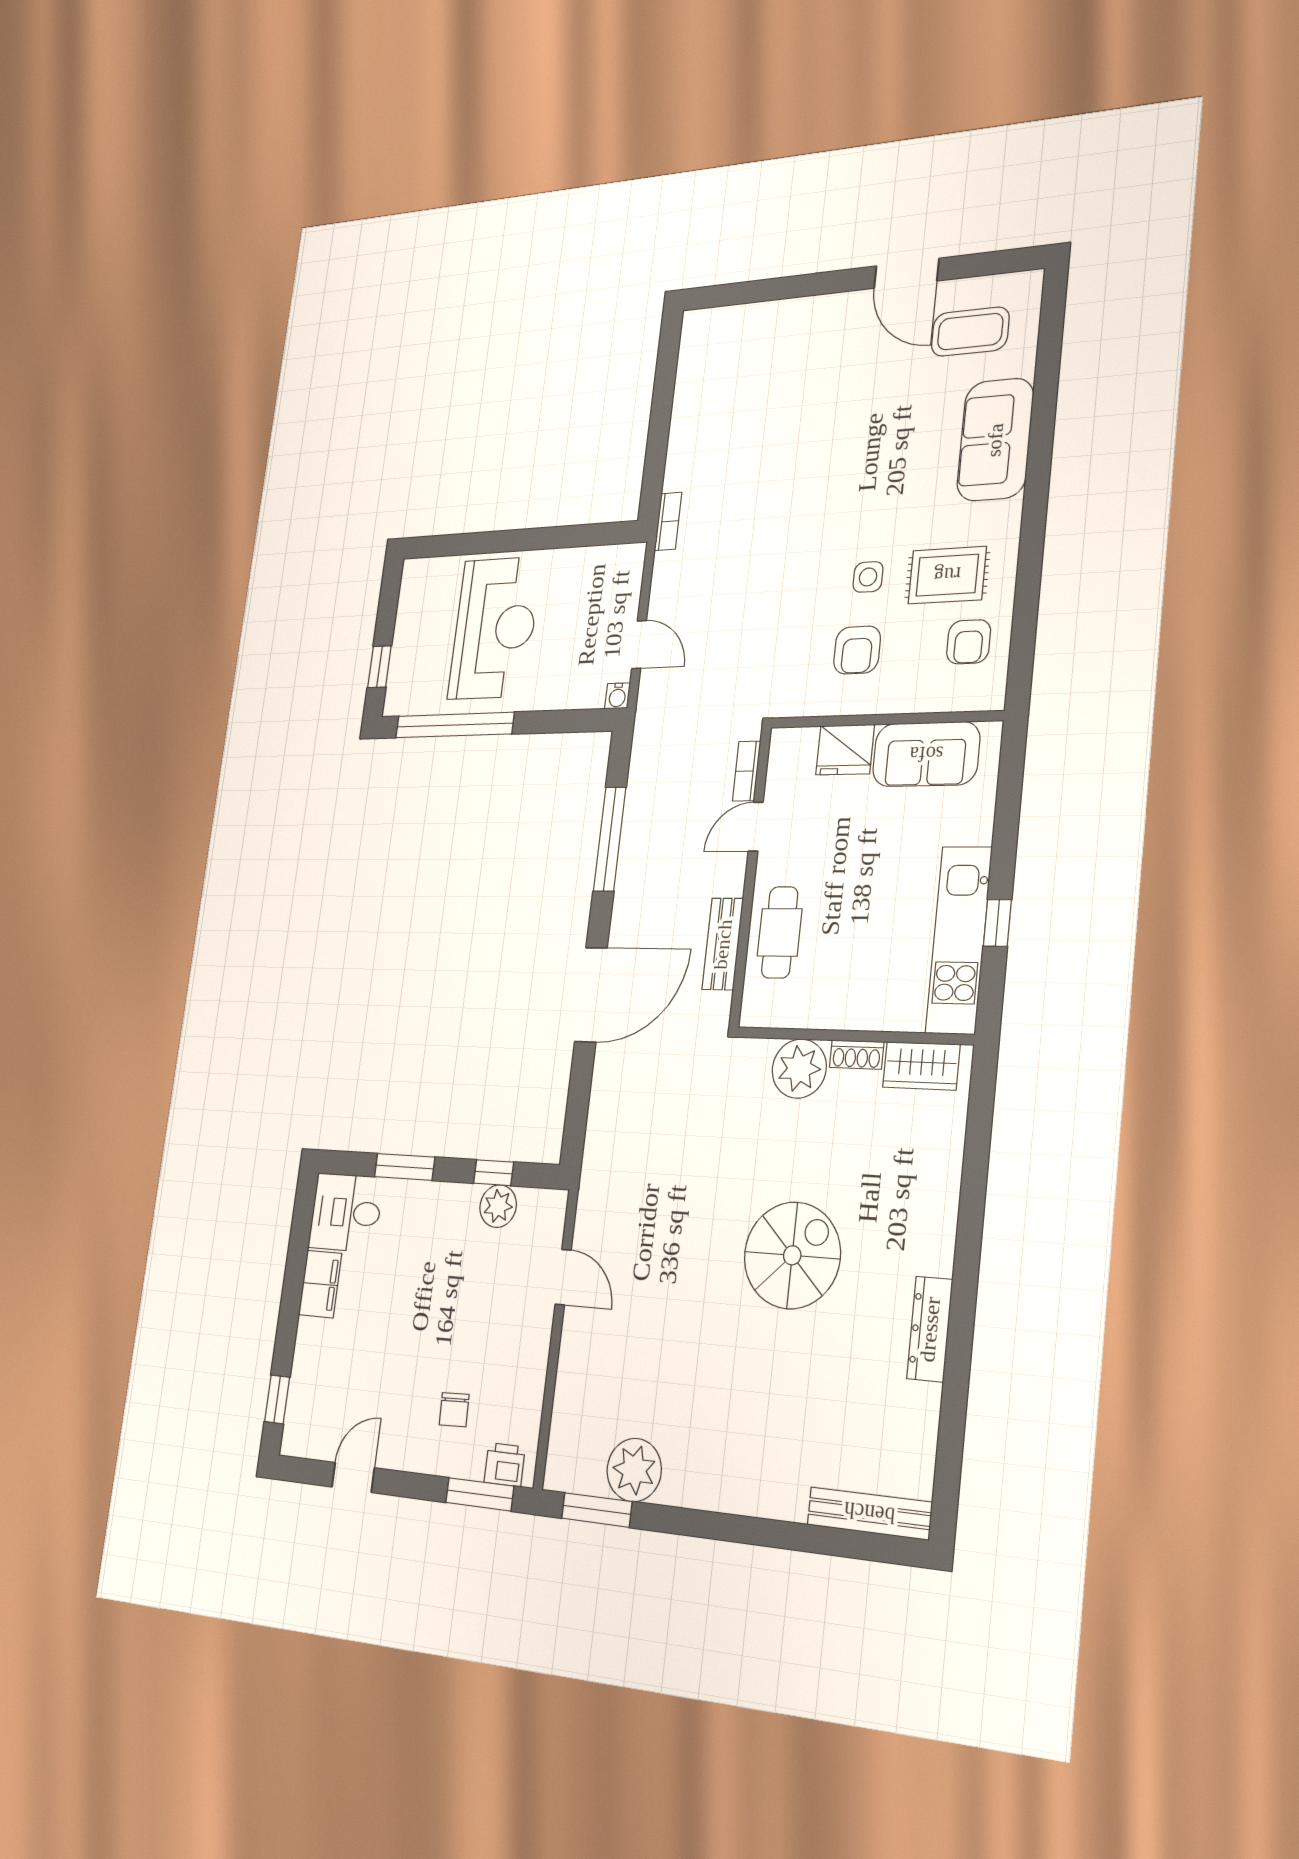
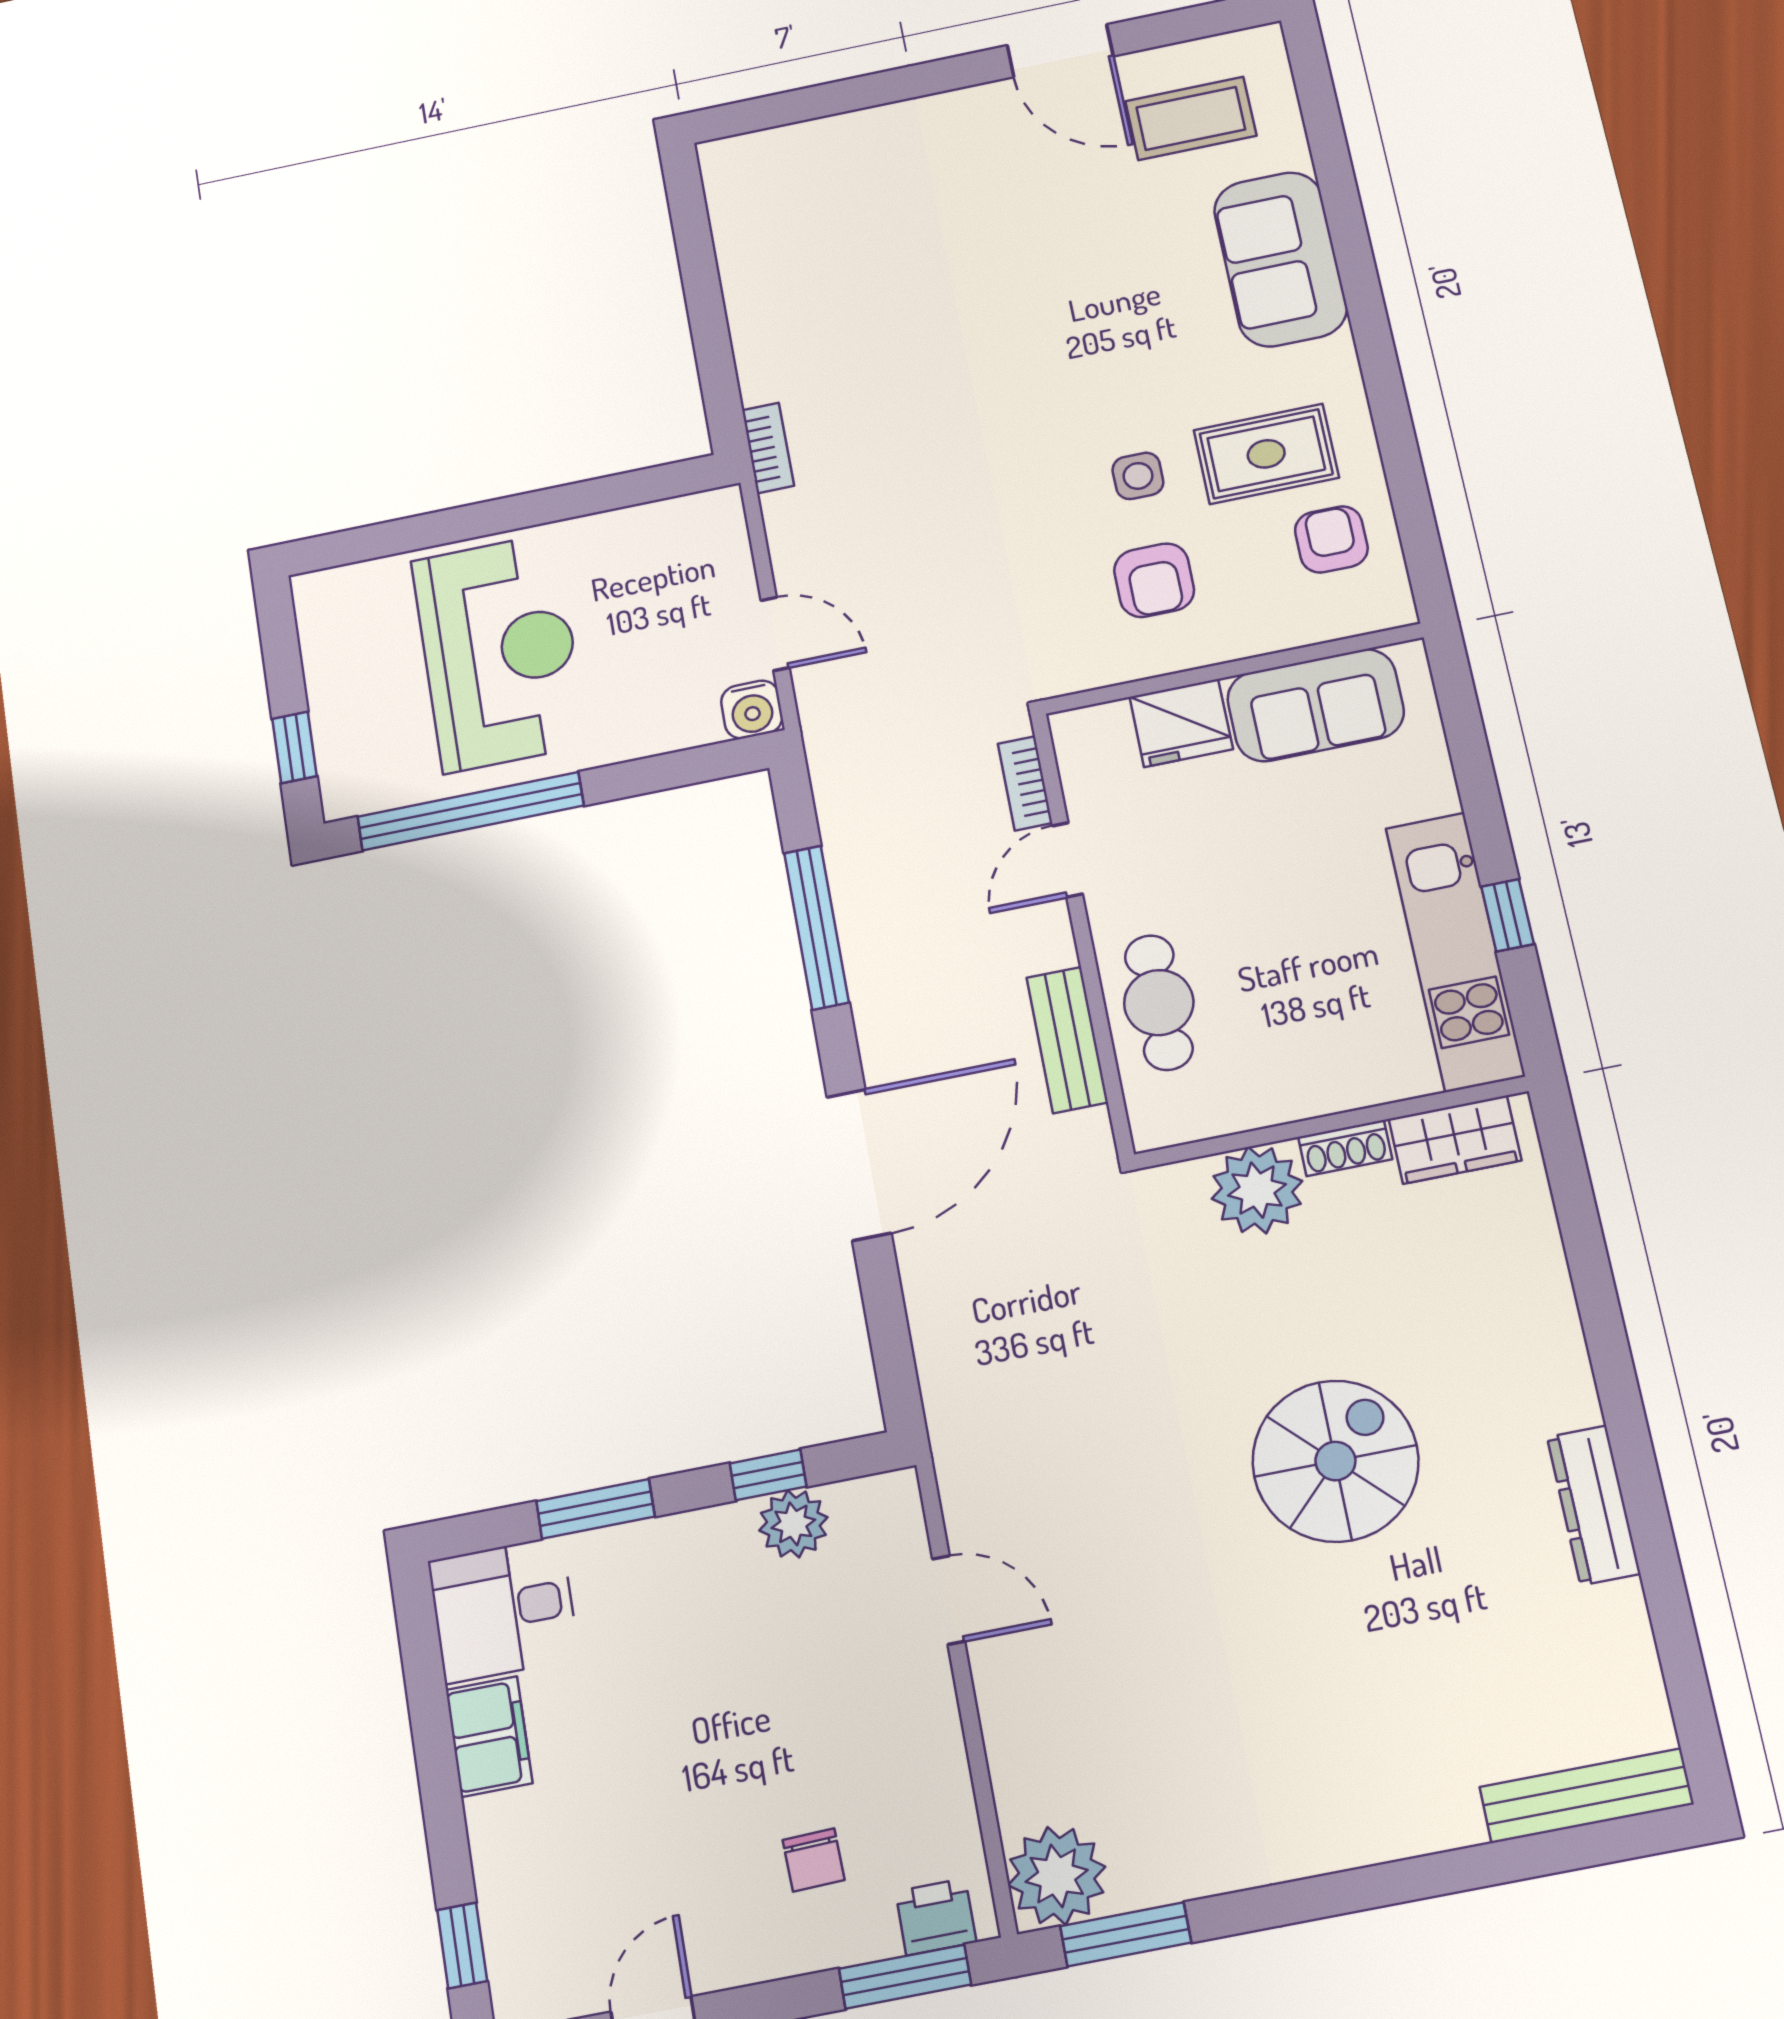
armchair: (969, 642) -> (1331, 539), turned 180
water cooler: (617, 696) -> (752, 709), width x1.38, depth x1.38
plant: (634, 1470) -> (1057, 1876), moved

